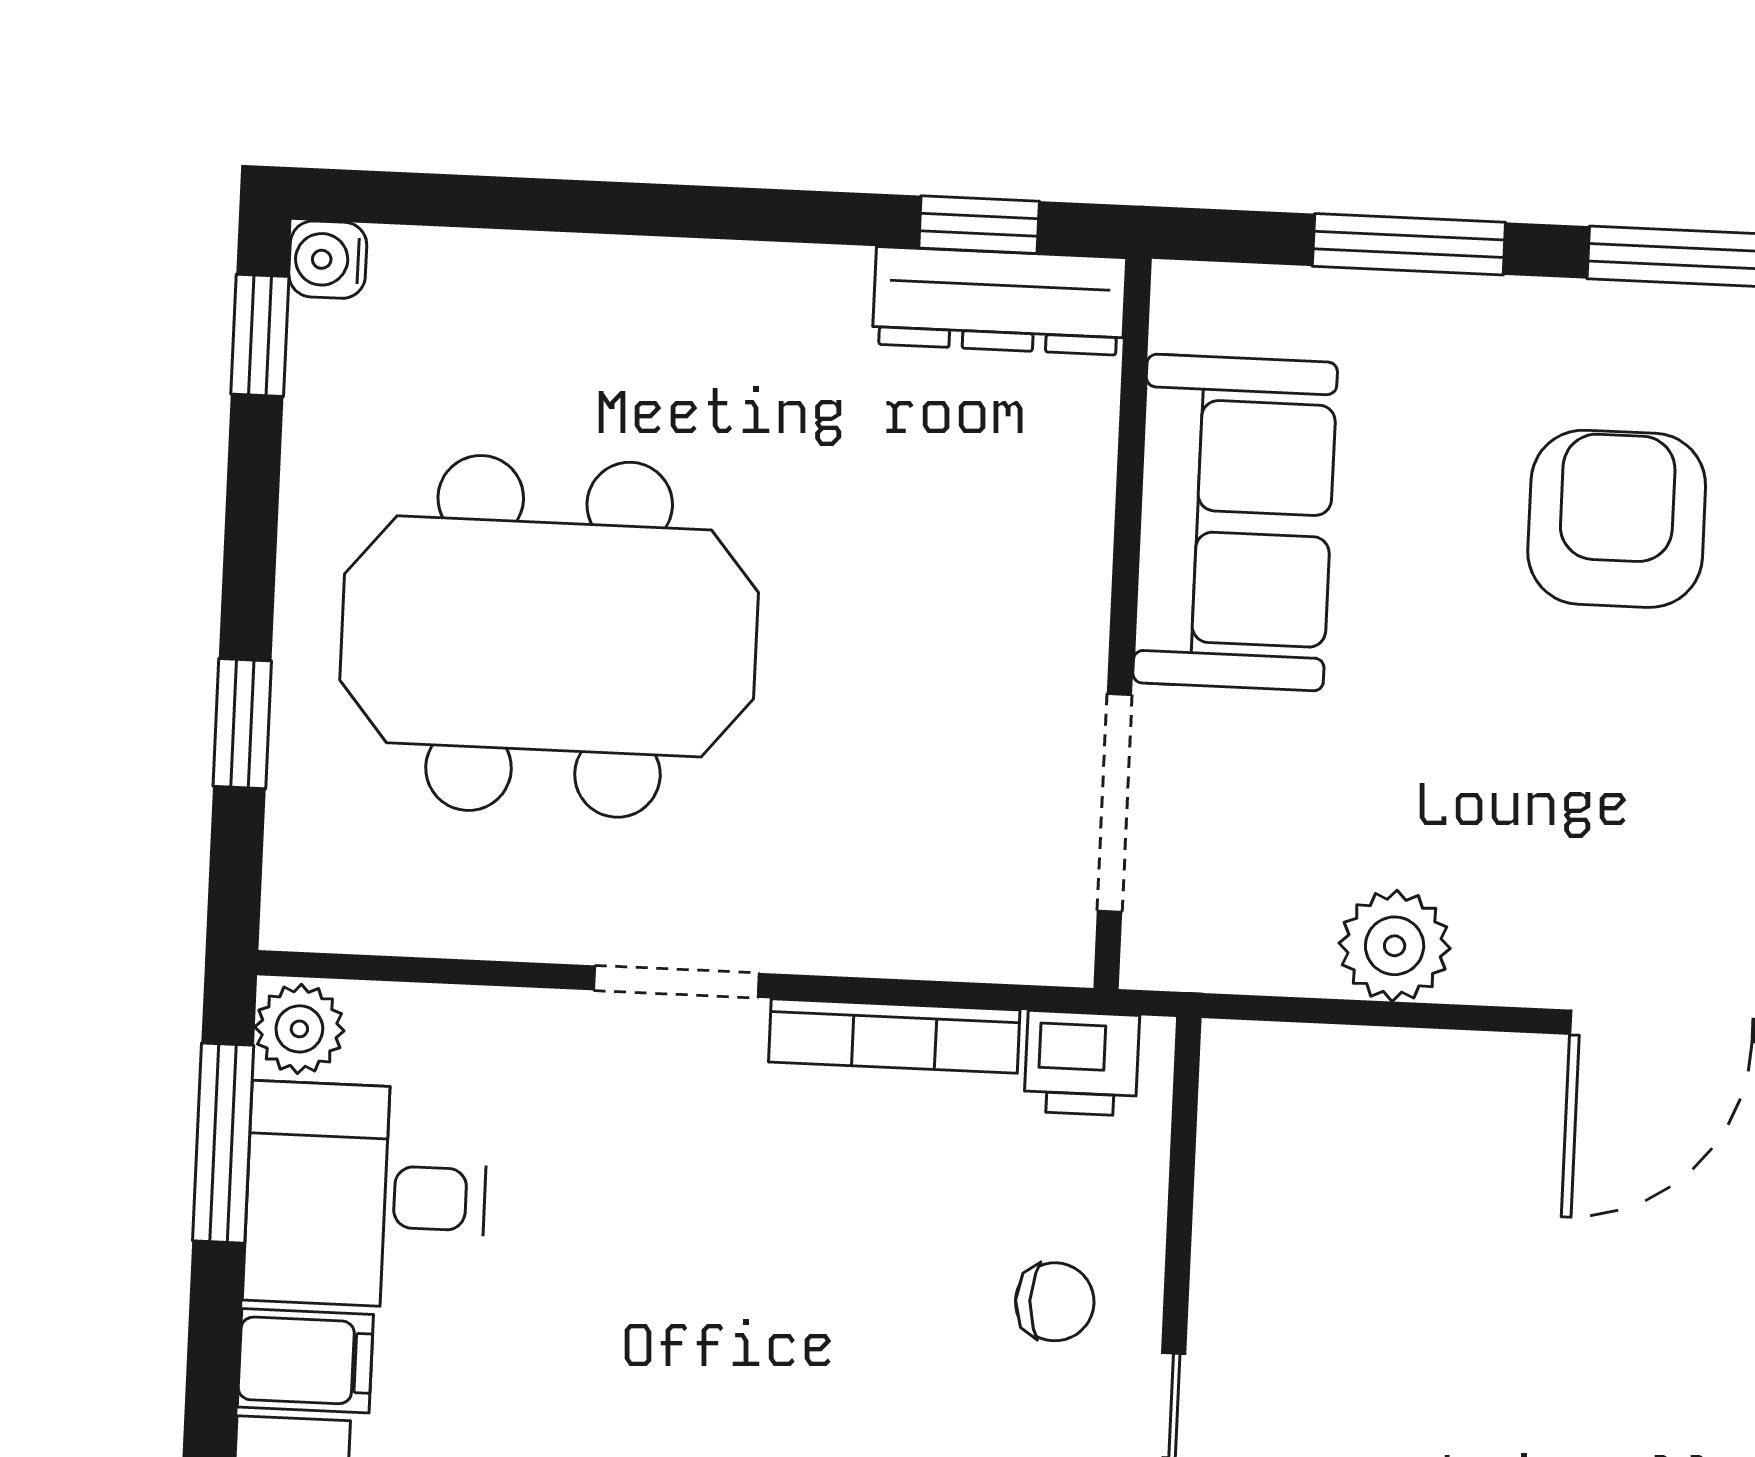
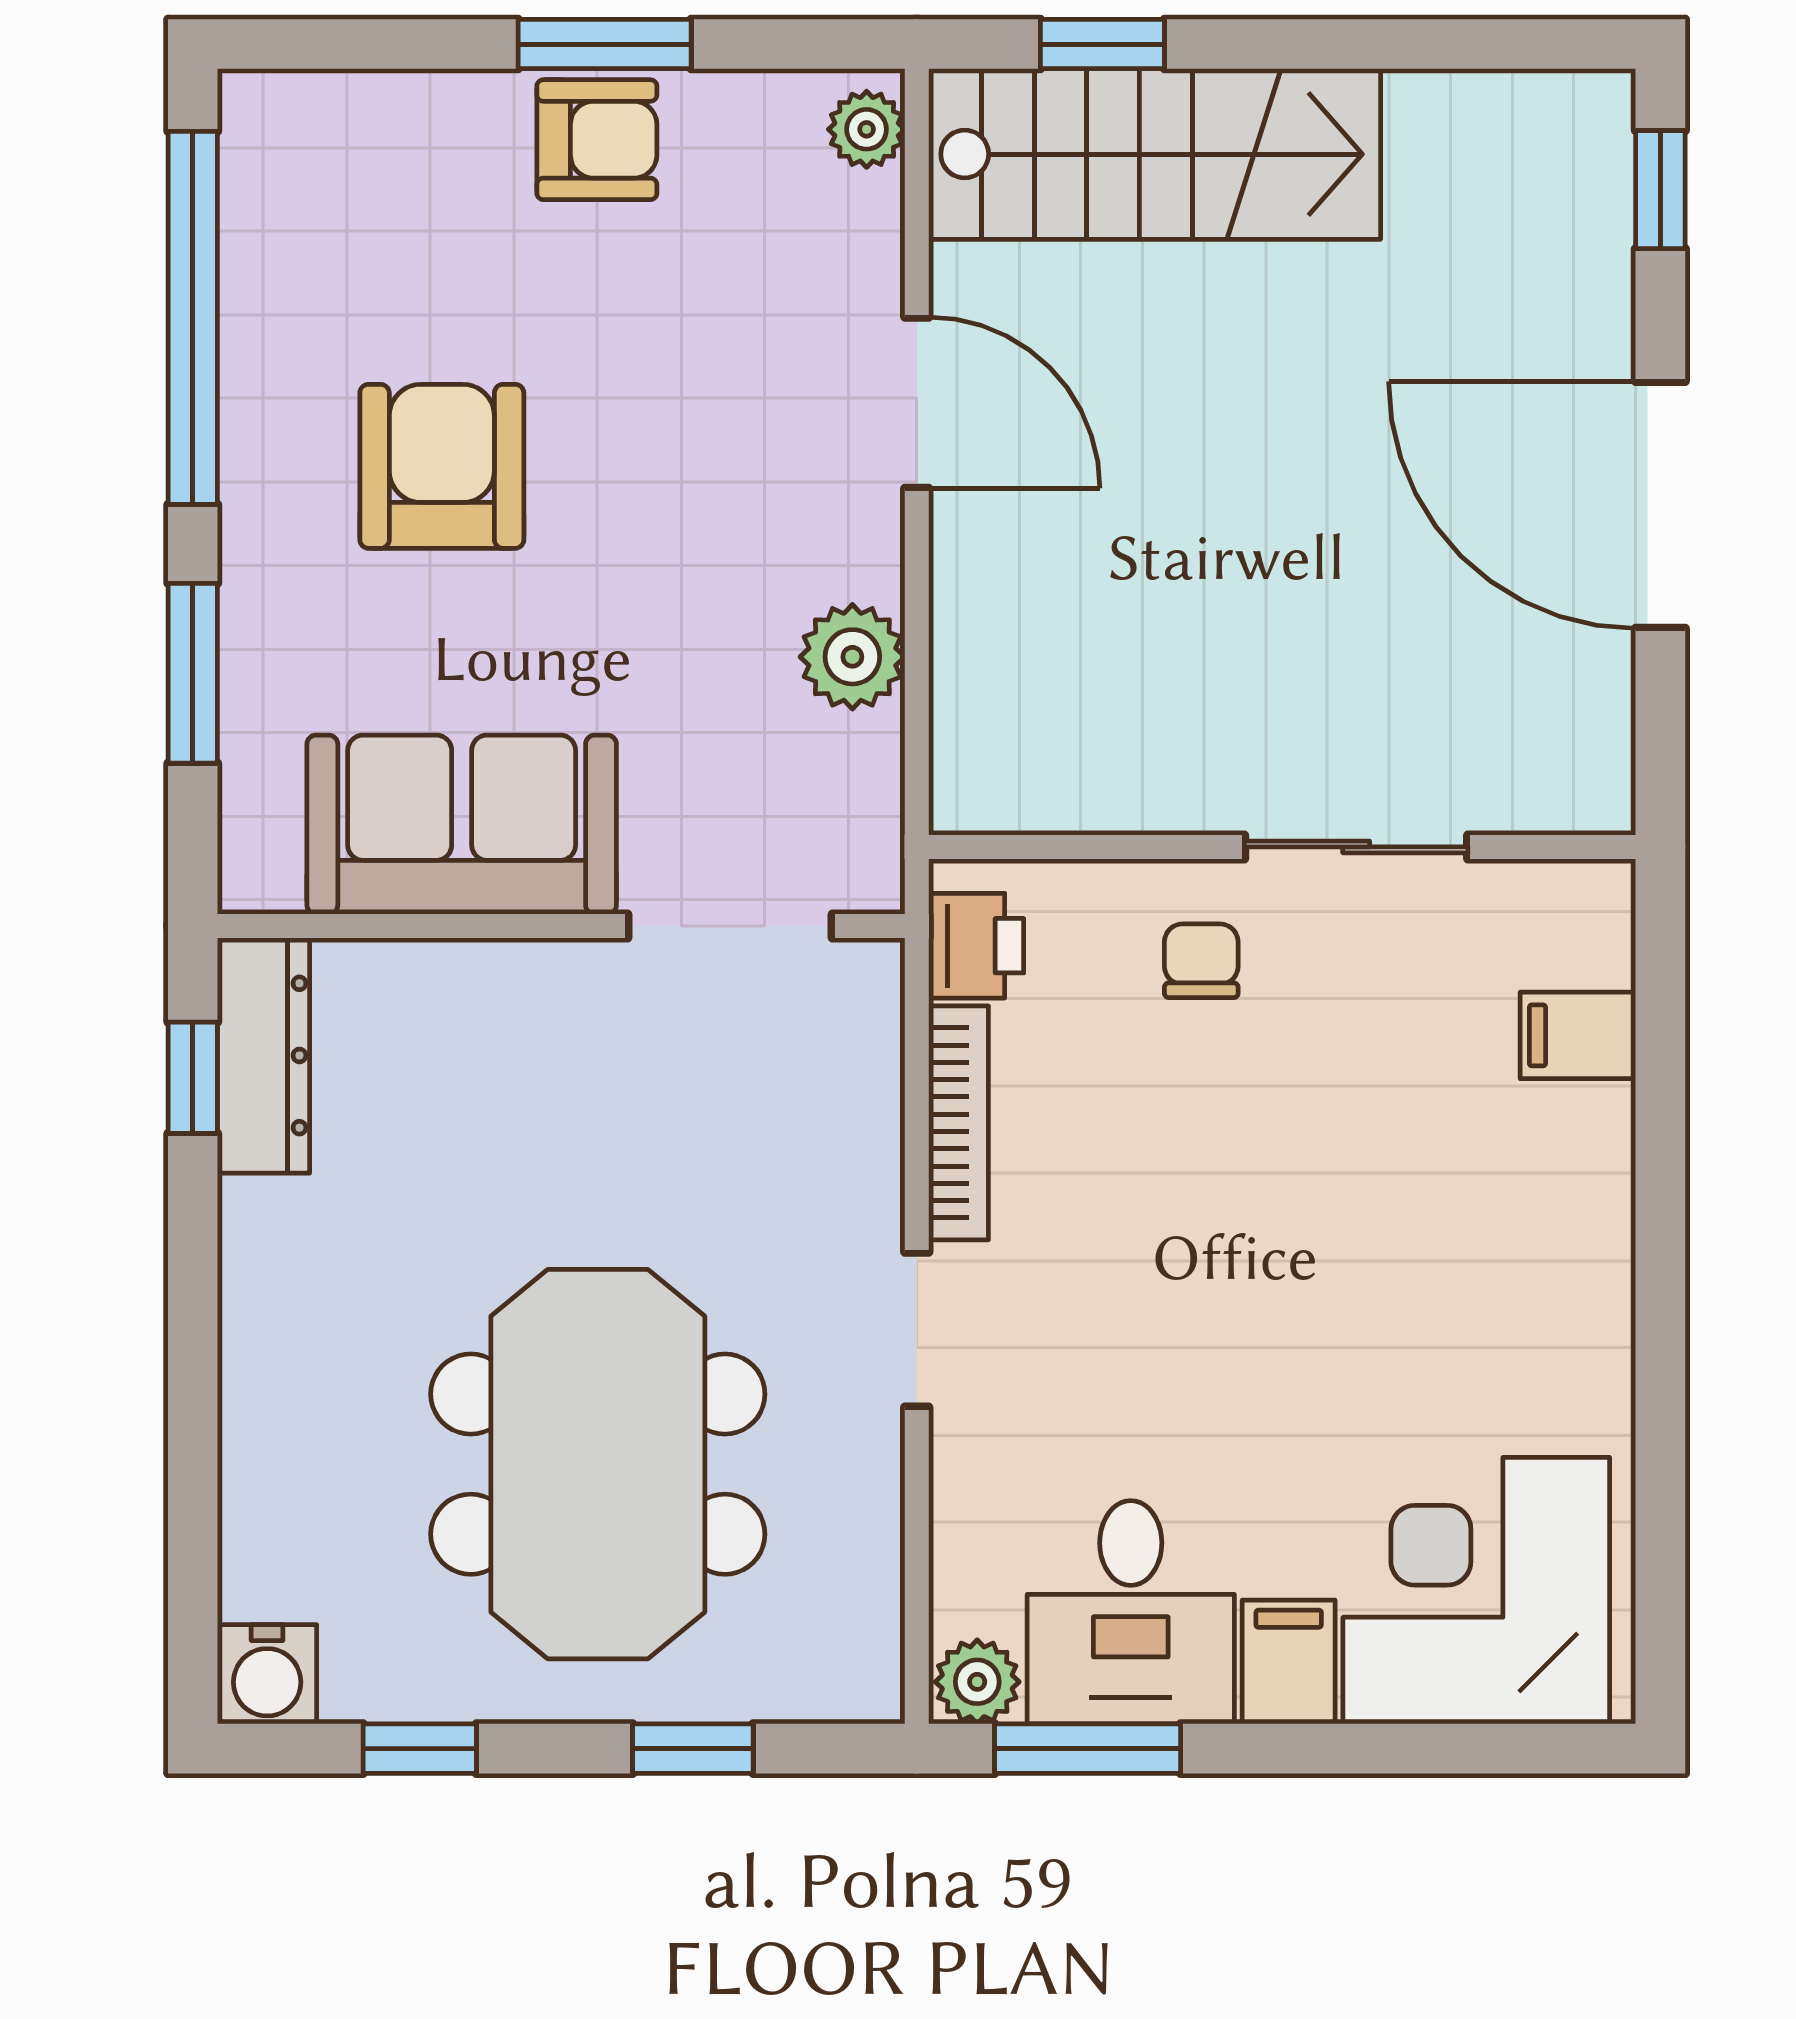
water cooler: (328, 260) -> (267, 1674), width x1.38, depth x1.38
window: (260, 335) -> (420, 1749), moved
armchair: (1617, 519) -> (442, 466), turned 90

